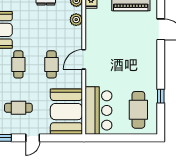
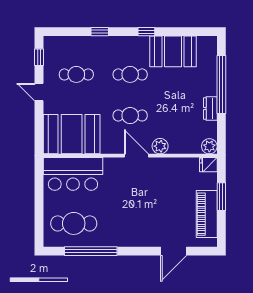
plant: (76, 20) -> (160, 146), moved
window: (161, 96) -> (91, 251), width x3.17
cafe table: (18, 108) -> (76, 74), turned 90

